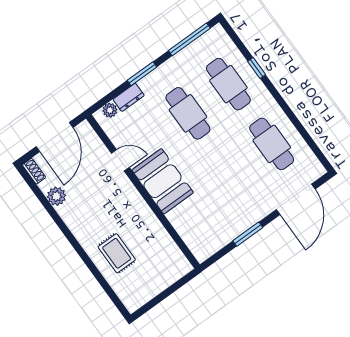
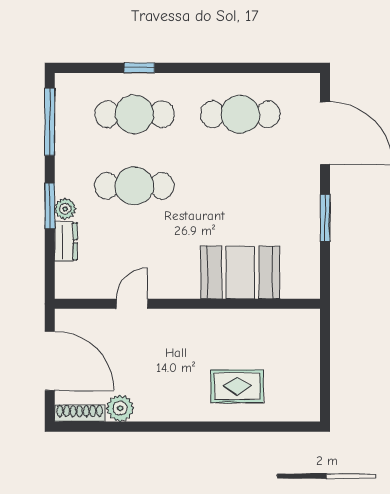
plant: (110, 110) -> (65, 209), moved
shoe rack: (34, 171) -> (80, 413), width x1.43
booth: (163, 181) -> (240, 272), moved

